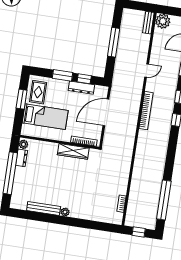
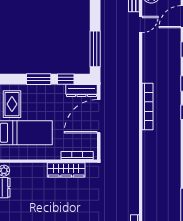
window: (114, 42) -> (95, 49), moved
door: (147, 70) -> (141, 25), moved
dresser: (81, 88) -> (82, 90), moved

